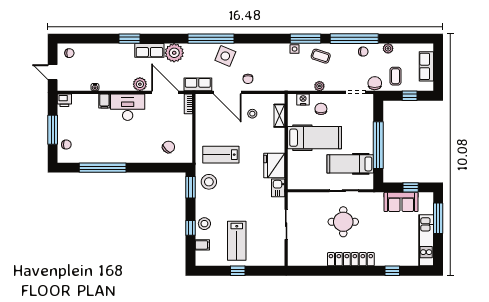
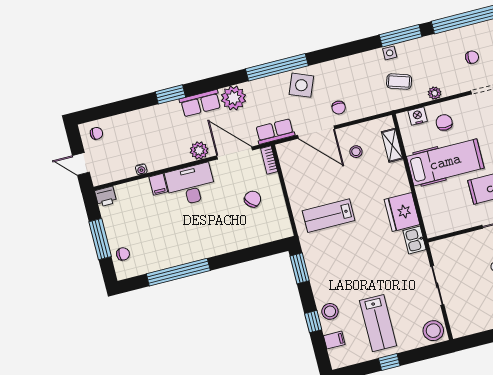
chair: (363, 52) -> (472, 57), moved
coffee table: (321, 56) -> (399, 81), moved
chair: (169, 147) -> (253, 199), moved
stool: (209, 182) -> (433, 331), moved

